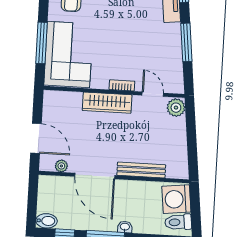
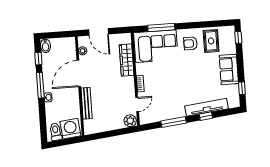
wardrobe: (107, 103) -> (127, 60), moved
door: (36, 138) -> (98, 32), hinge flipped

